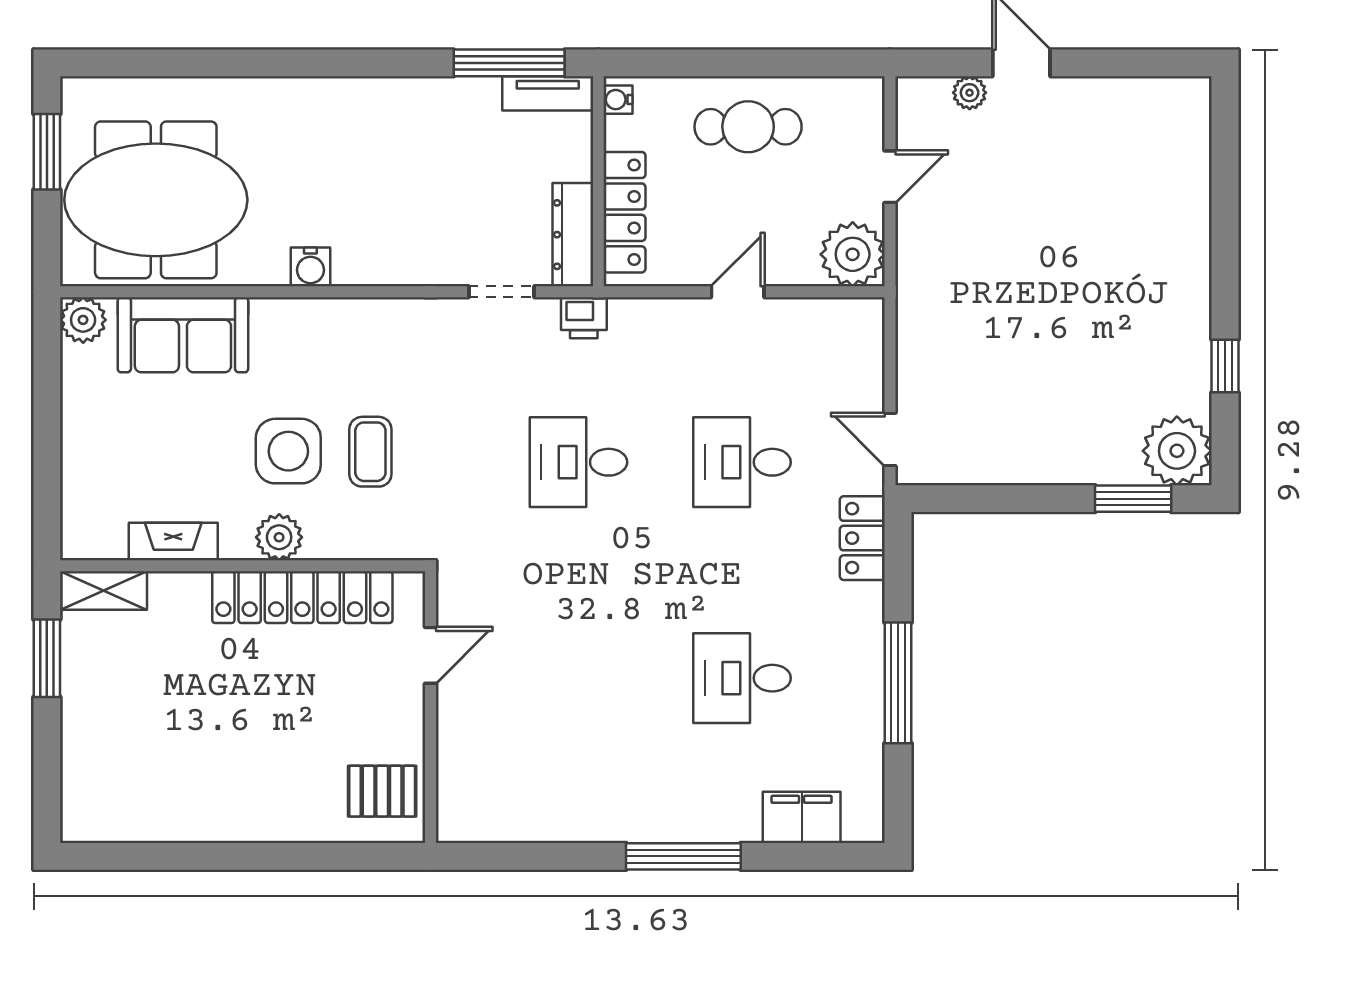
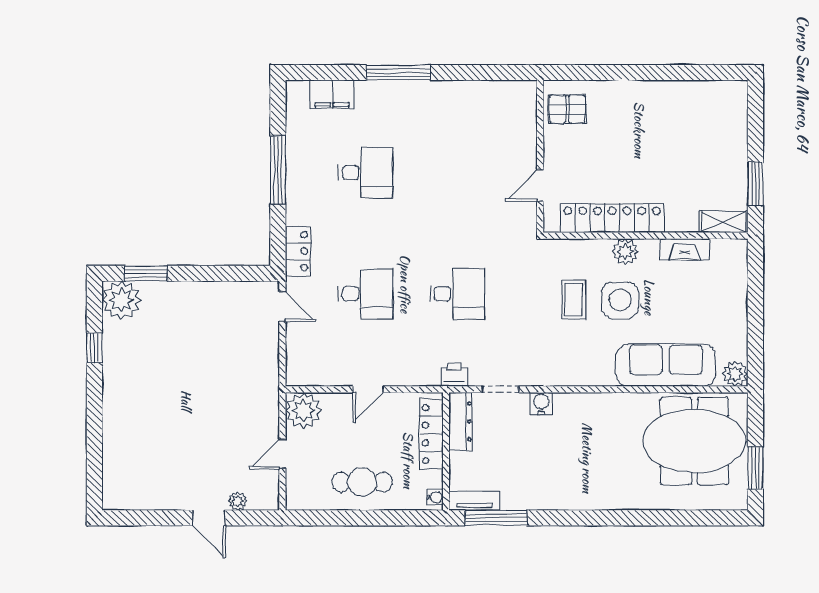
water cooler: (310, 267) -> (541, 403), moved
sofa: (183, 335) -> (666, 365), width x1.36

